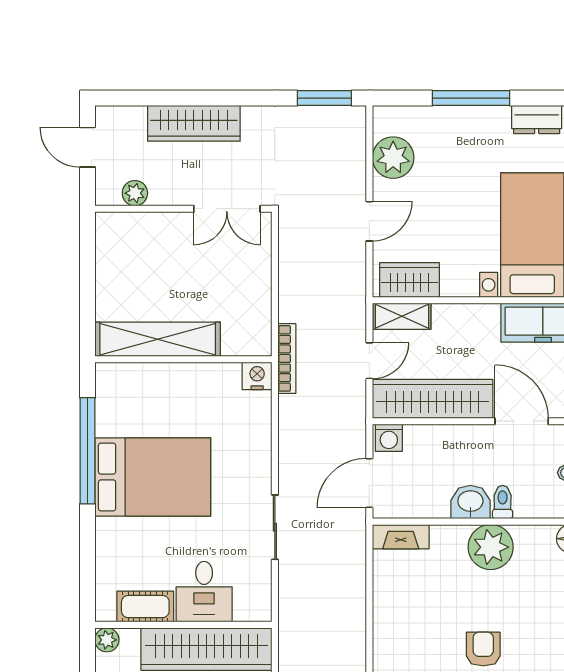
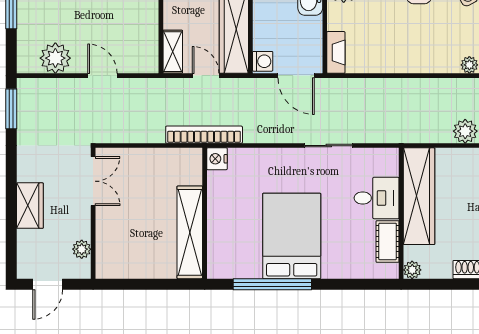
wardrobe: (194, 123) -> (30, 206), width x0.67
wardrobe: (409, 280) -> (146, 46), removed
bookcase: (287, 358) -> (204, 135), width x1.48, depth x1.31

